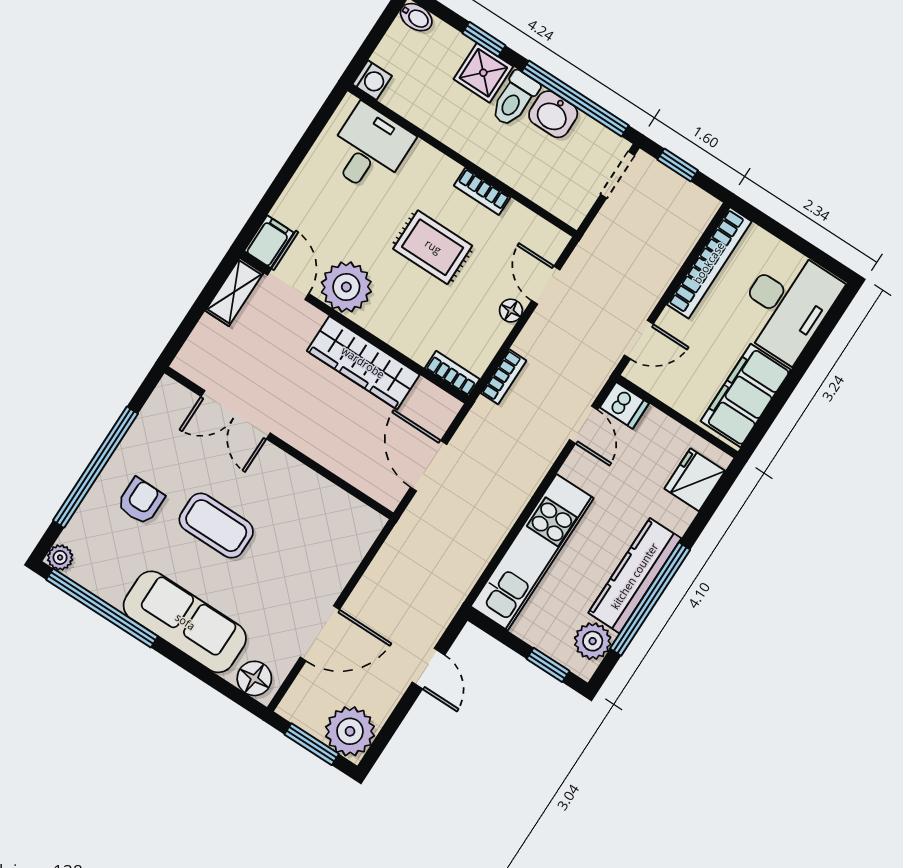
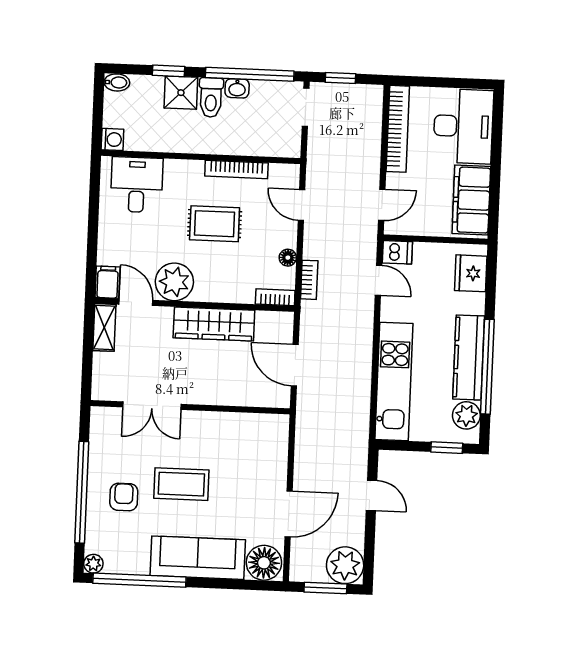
washbasin: (553, 114) -> (237, 88), width x0.72, depth x0.69
bookcase: (482, 191) -> (236, 170), width x1.56
floor lamp: (511, 311) -> (288, 258), moved
floor lamp: (254, 678) -> (264, 563), width x1.38, depth x1.38

